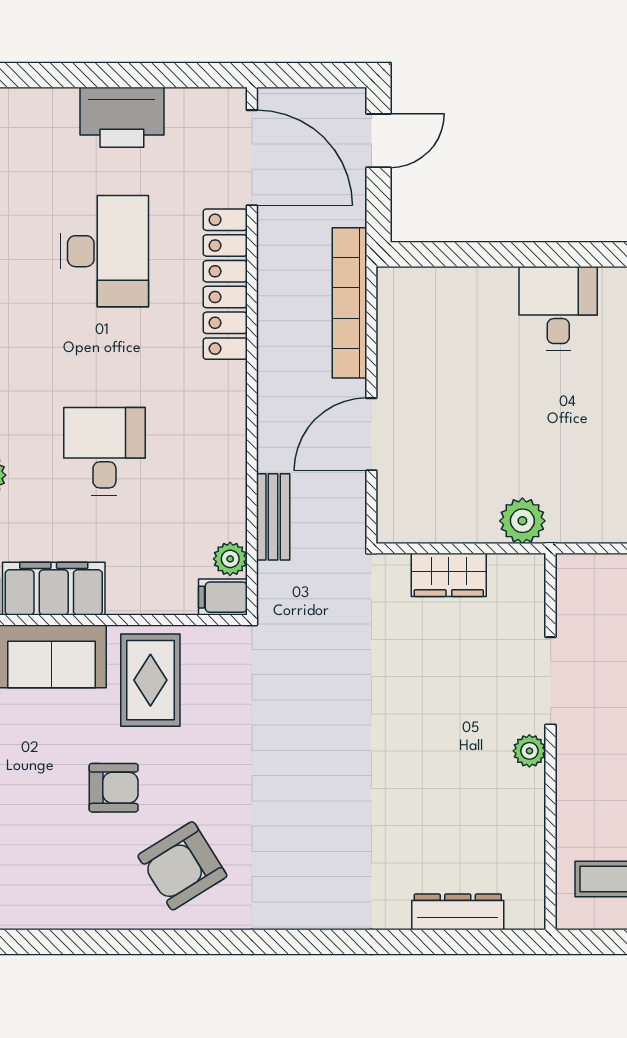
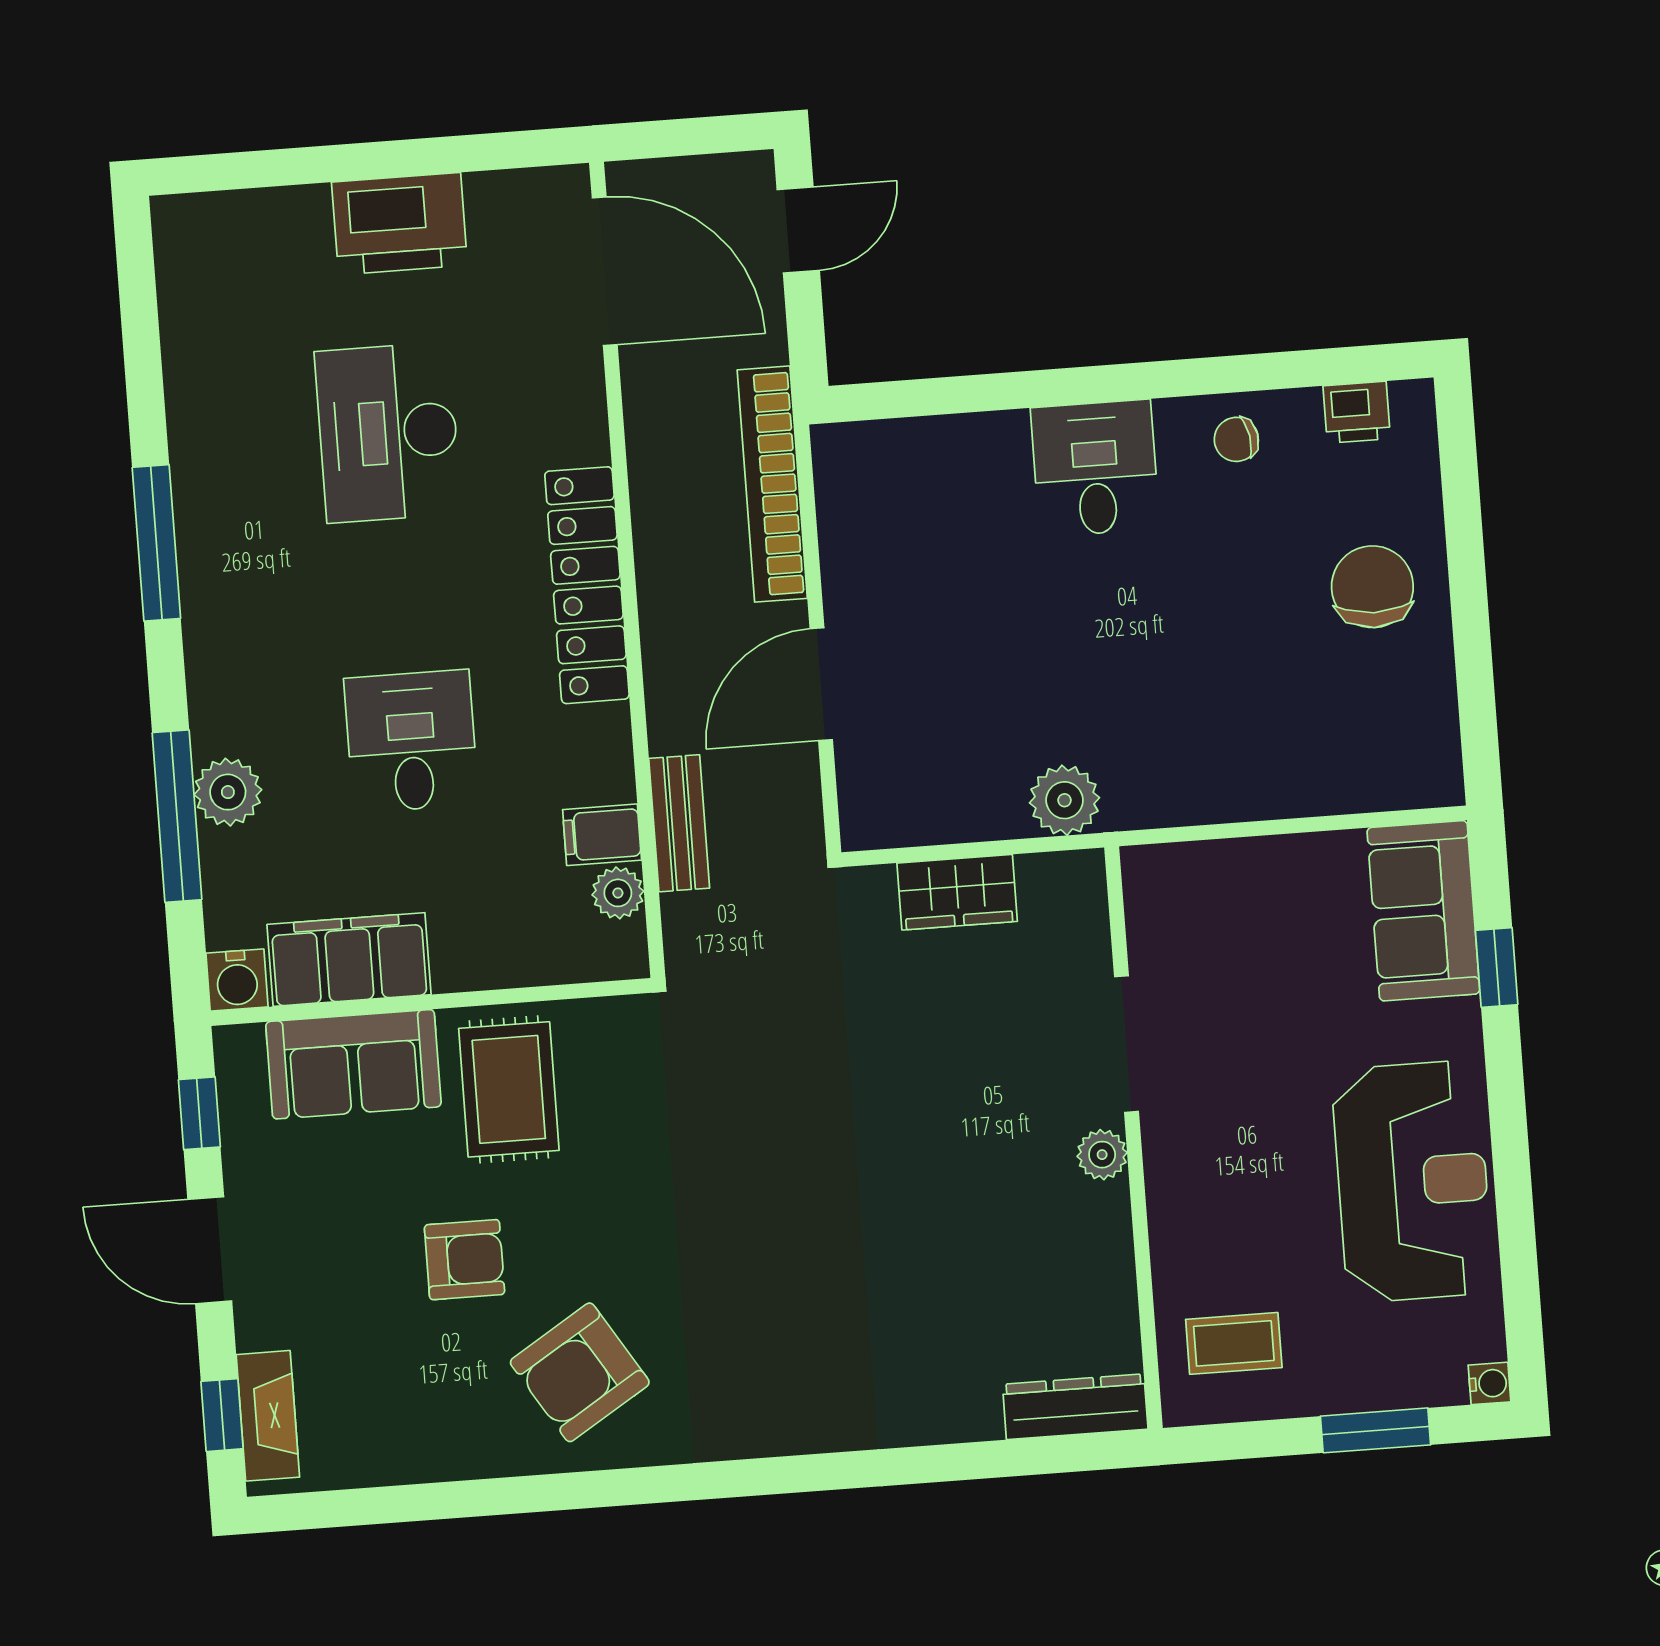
desk: (104, 251) -> (388, 433), turned 180
locker: (225, 284) -> (587, 585), moved
filing cabinet: (223, 597) -> (602, 835), moved
dresser: (458, 912) -> (1075, 1407), moved

